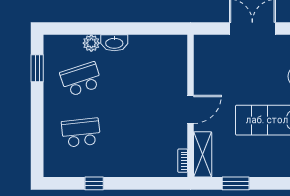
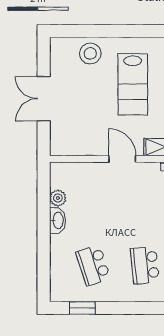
plant: (91, 43) -> (58, 198), moved
washbasin: (114, 43) -> (58, 220), moved

